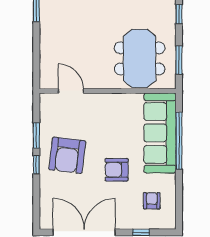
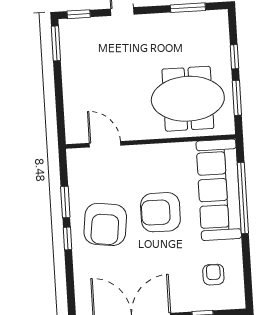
window: (179, 14) -> (234, 57), moved
meeting table: (140, 58) -> (188, 99), turned 90
armchair: (117, 170) -> (160, 212), moved, width x1.36, depth x1.36

